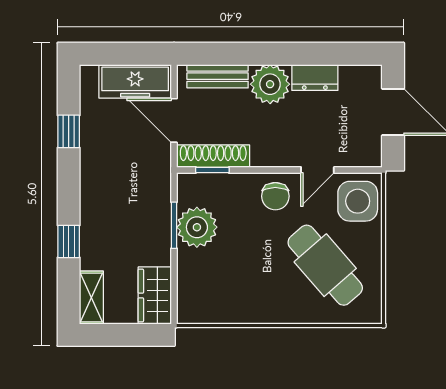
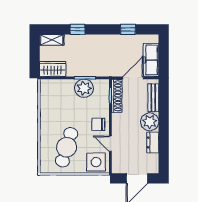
cafe table: (325, 265) -> (67, 147), turned -32

